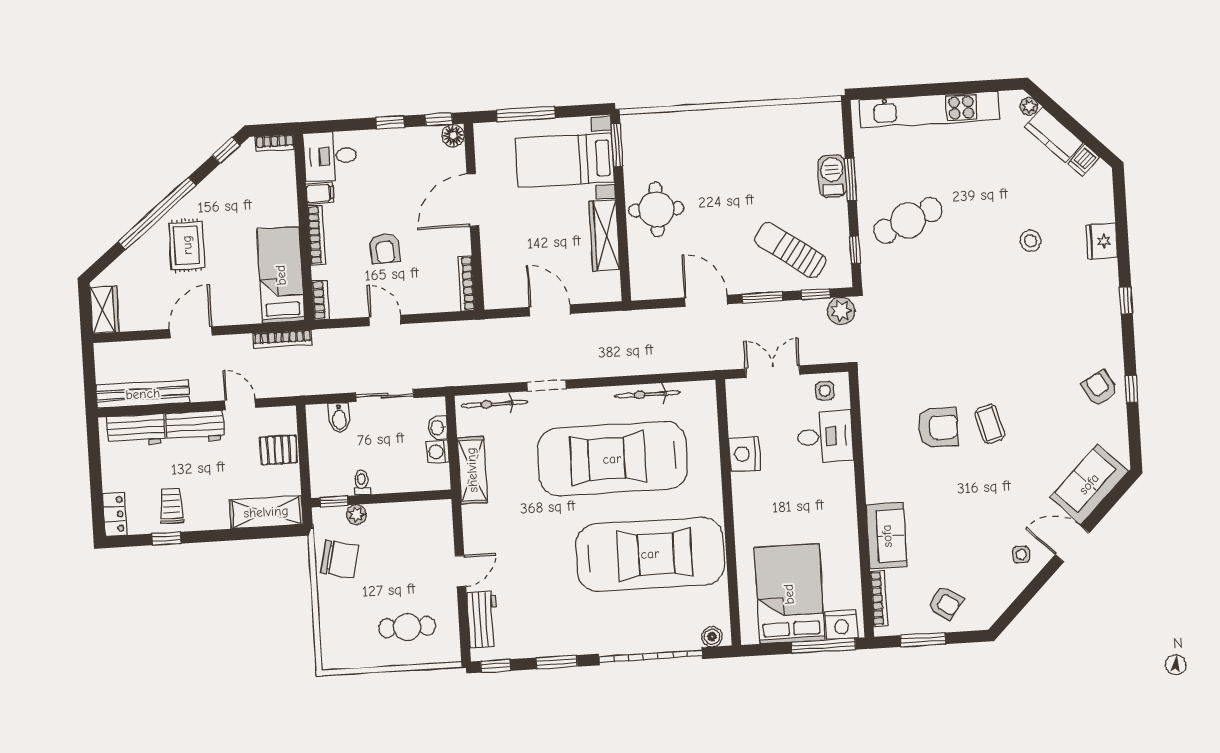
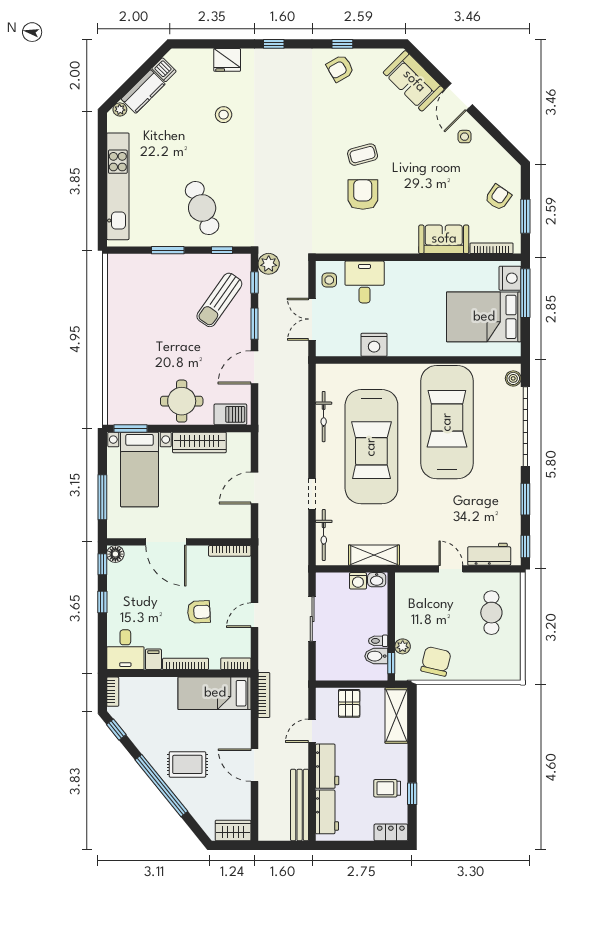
barbecue: (832, 176) -> (230, 414), moved, turned 180
bidet: (339, 418) -> (376, 656), moved, turned 180
washbasin: (438, 428) -> (377, 580), moved

